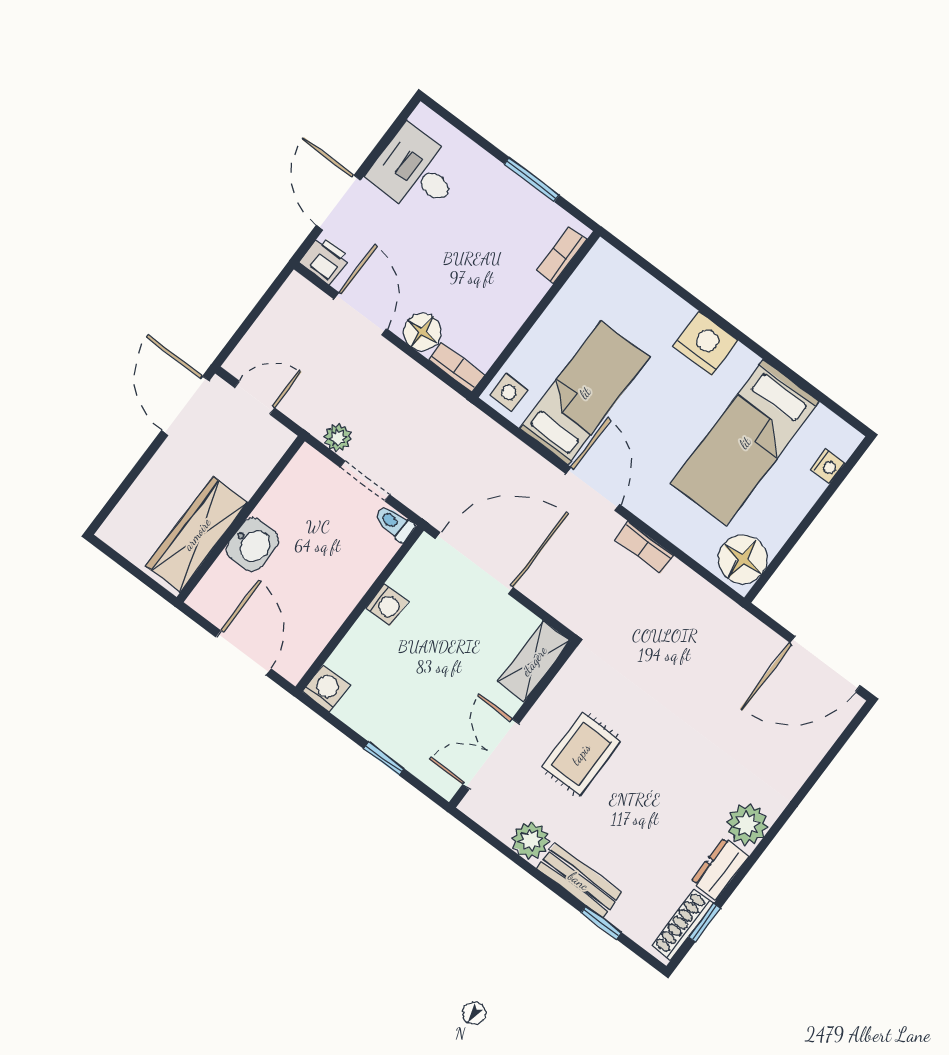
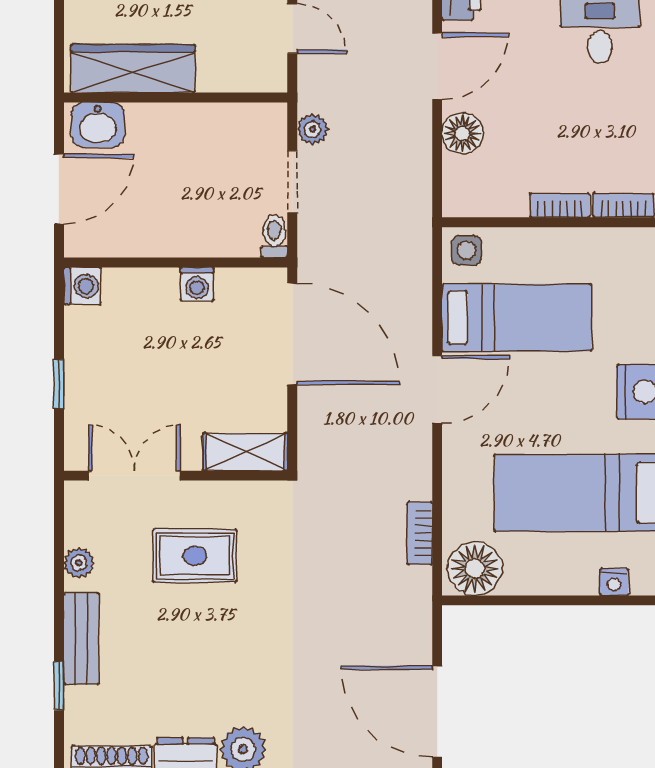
bookcase: (457, 367) -> (560, 205), moved, turned -90
washbasin: (253, 545) -> (98, 125), moved
bookcase: (644, 548) -> (420, 533), moved
plant: (531, 840) -> (79, 563), width x0.73, depth x0.73

